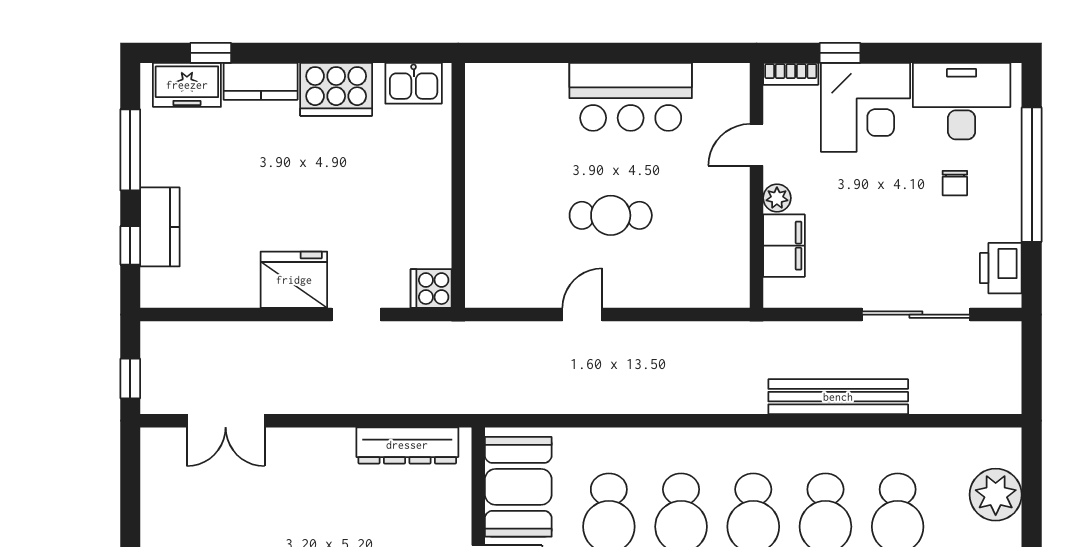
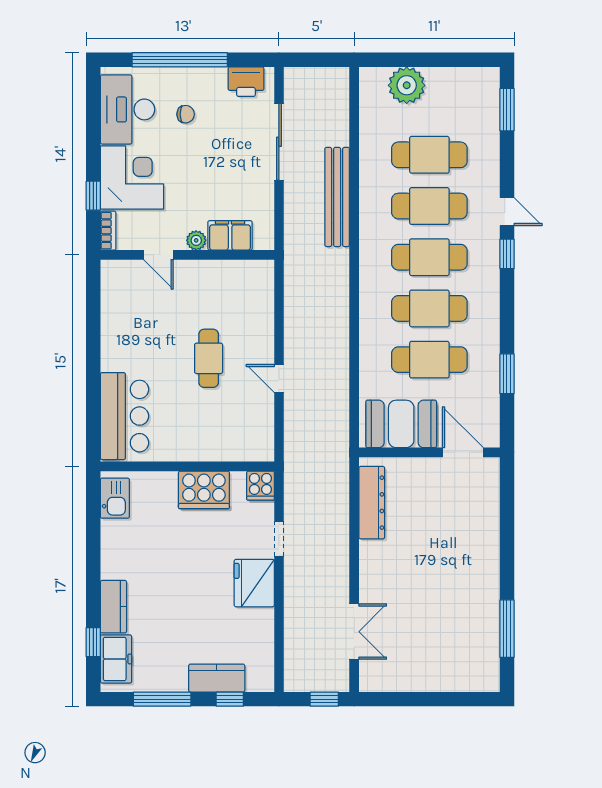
cooker: (336, 89) -> (204, 490), moved, turned 90
bar counter: (631, 97) -> (124, 416), moved

